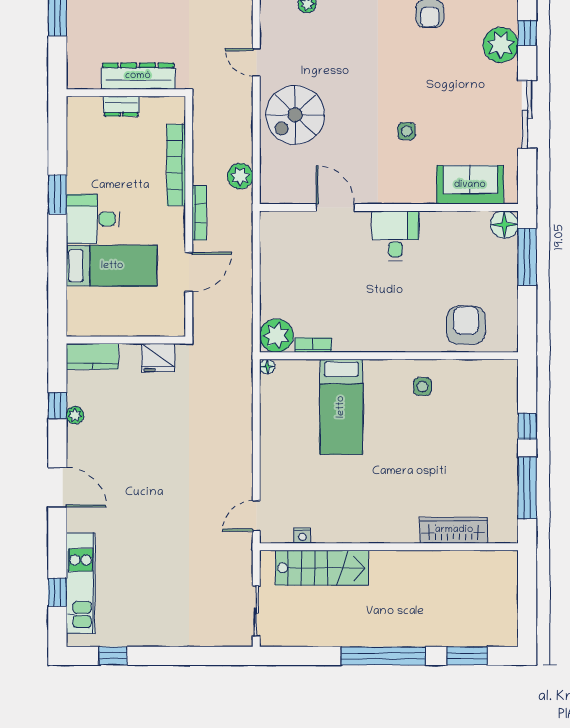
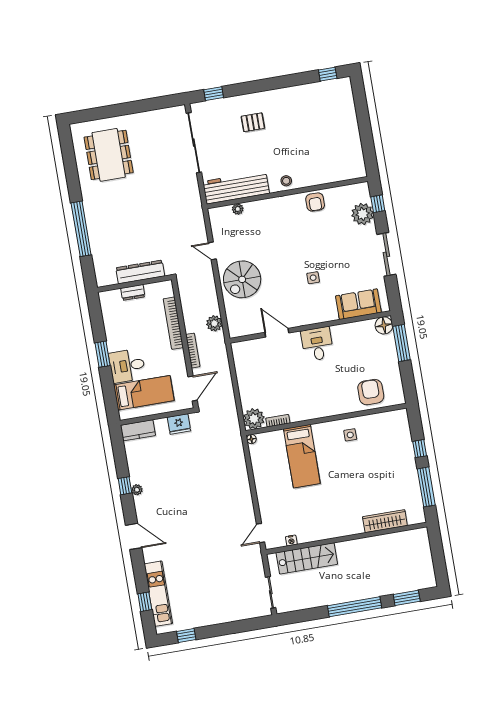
wall: (126, 340) -> (157, 417), moved
kitchen counter: (92, 356) -> (138, 430), moved
fridge: (158, 358) -> (179, 424), moved

